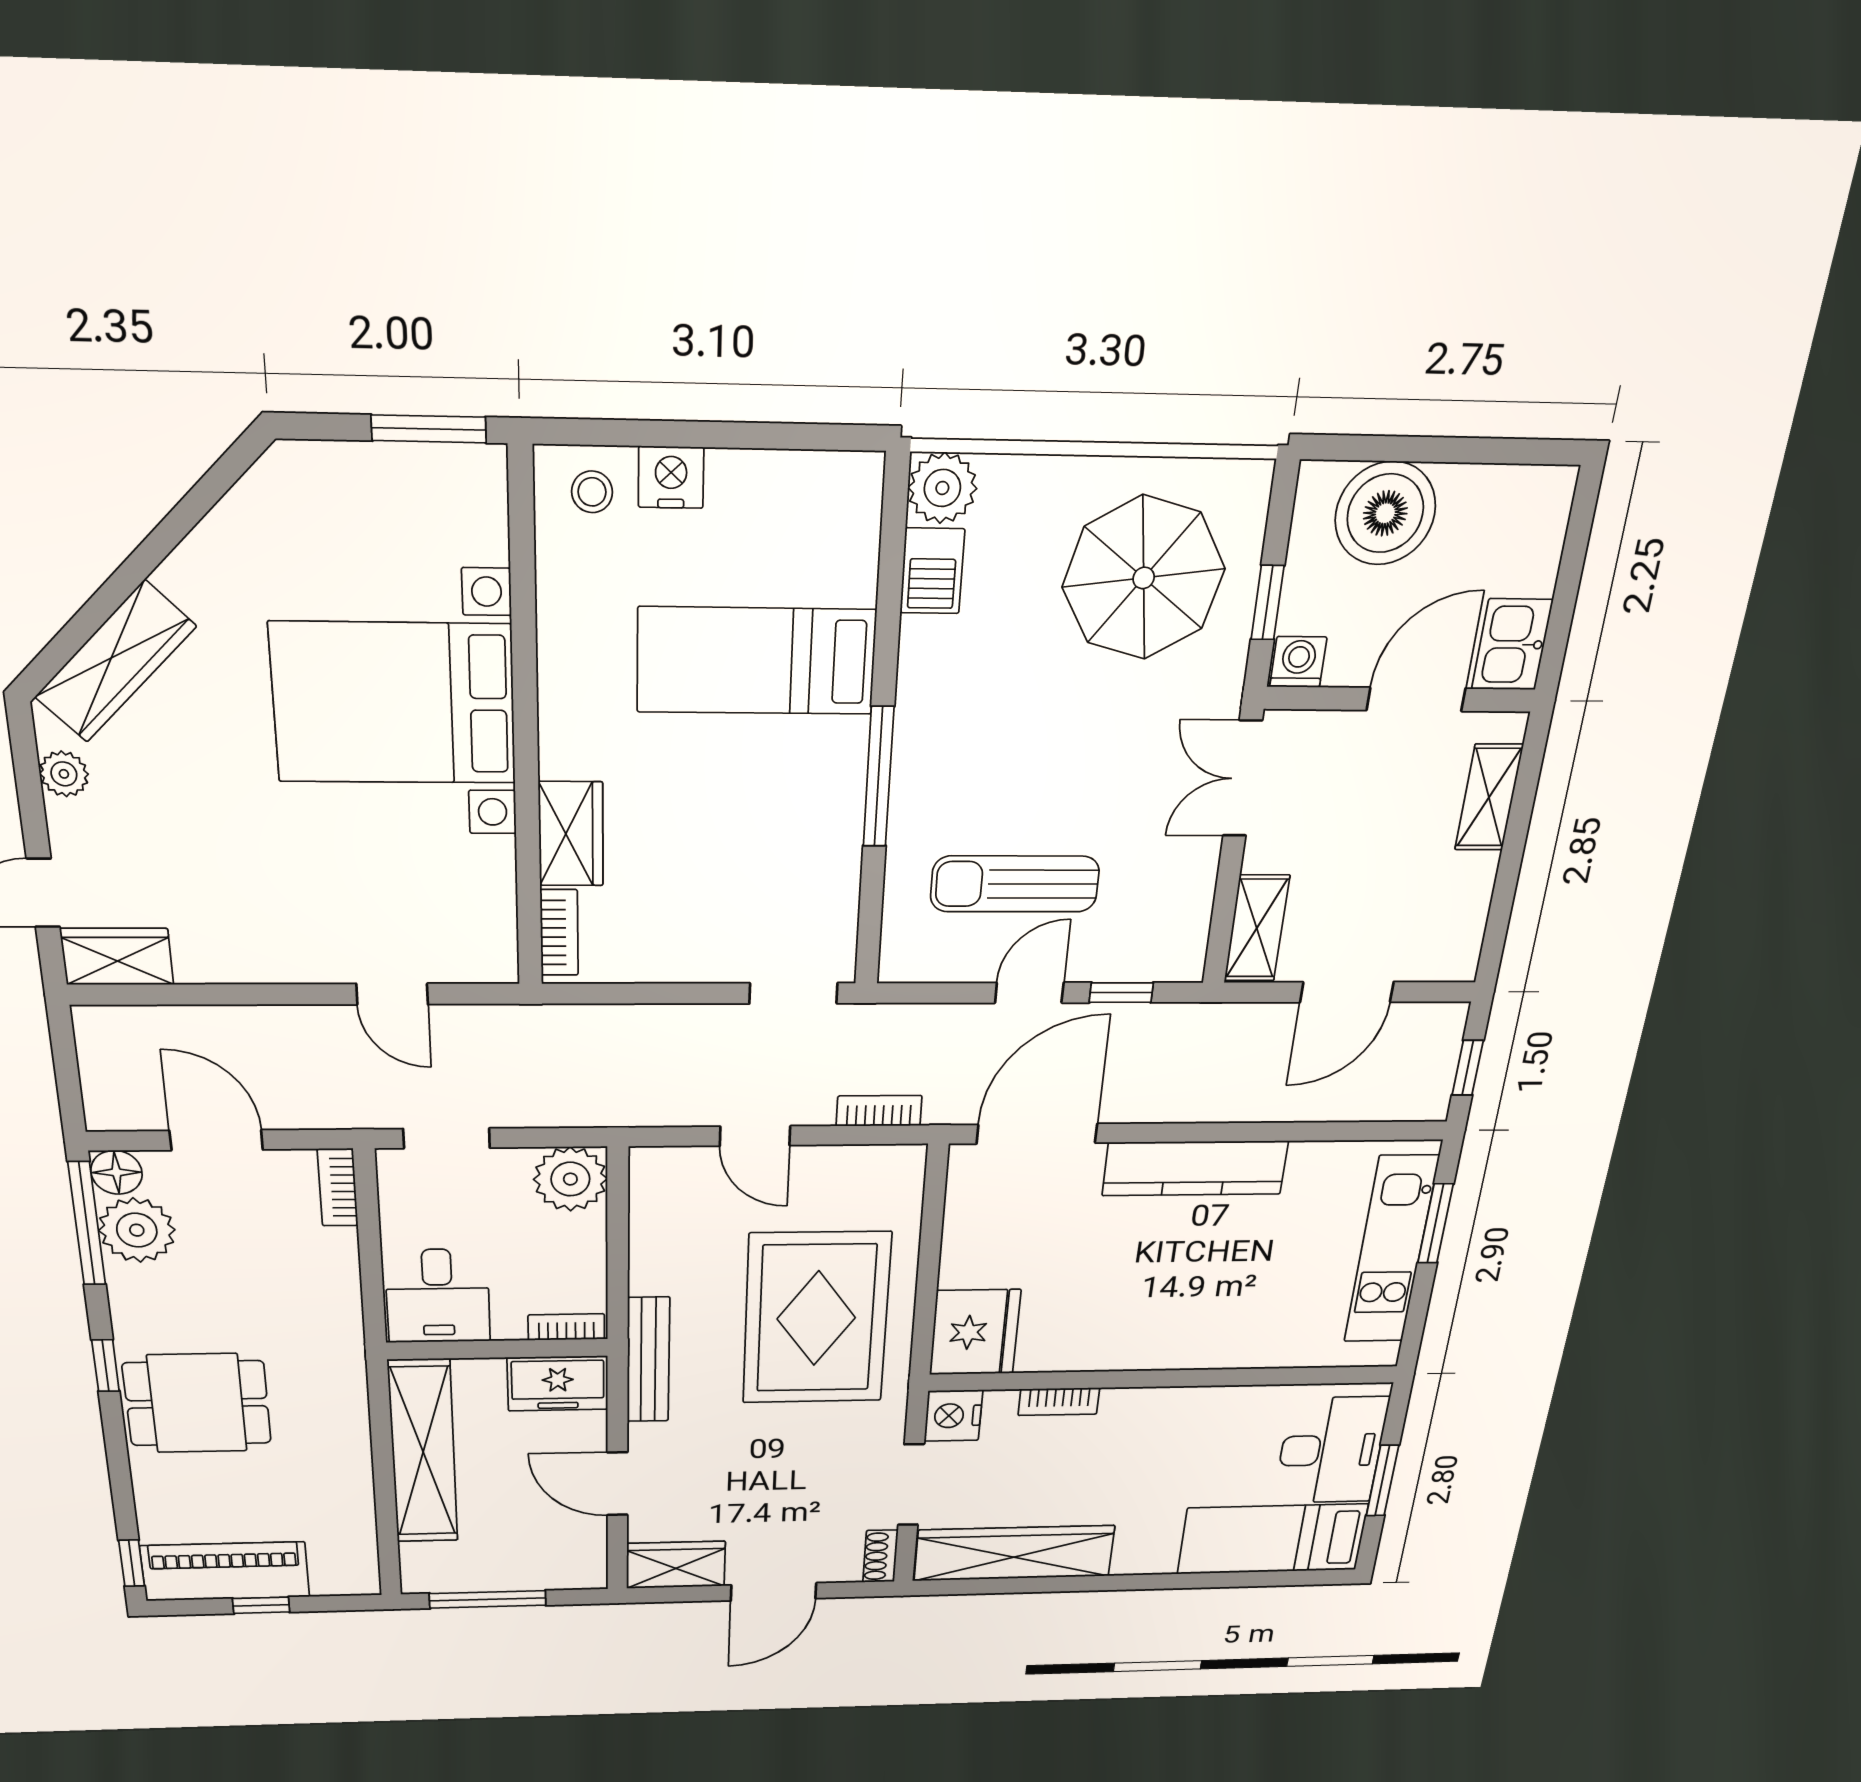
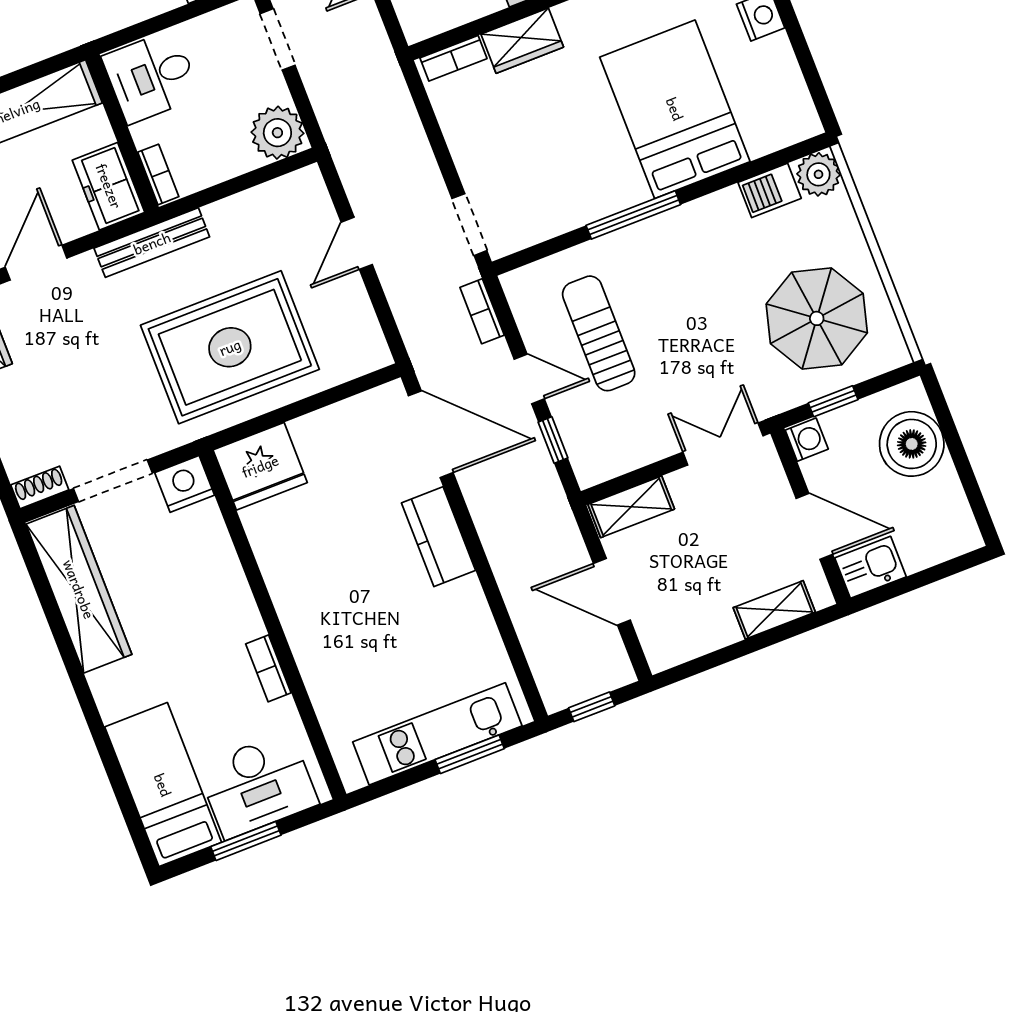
bed: (756, 661) -> (675, 109), width x1.50
bookcase: (879, 1111) -> (482, 311), moved, turned 180
kitchen counter: (1195, 1168) -> (438, 537), width x0.67
bookcase: (1059, 1402) -> (268, 668), moved

